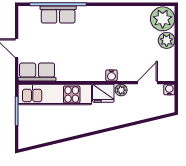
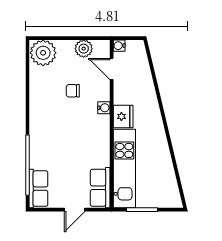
row of seats: (58, 14) -> (38, 189), moved
plant: (167, 40) -> (84, 49), moved
chair: (127, 46) -> (73, 91), added
plant: (121, 90) -> (120, 97), removed

